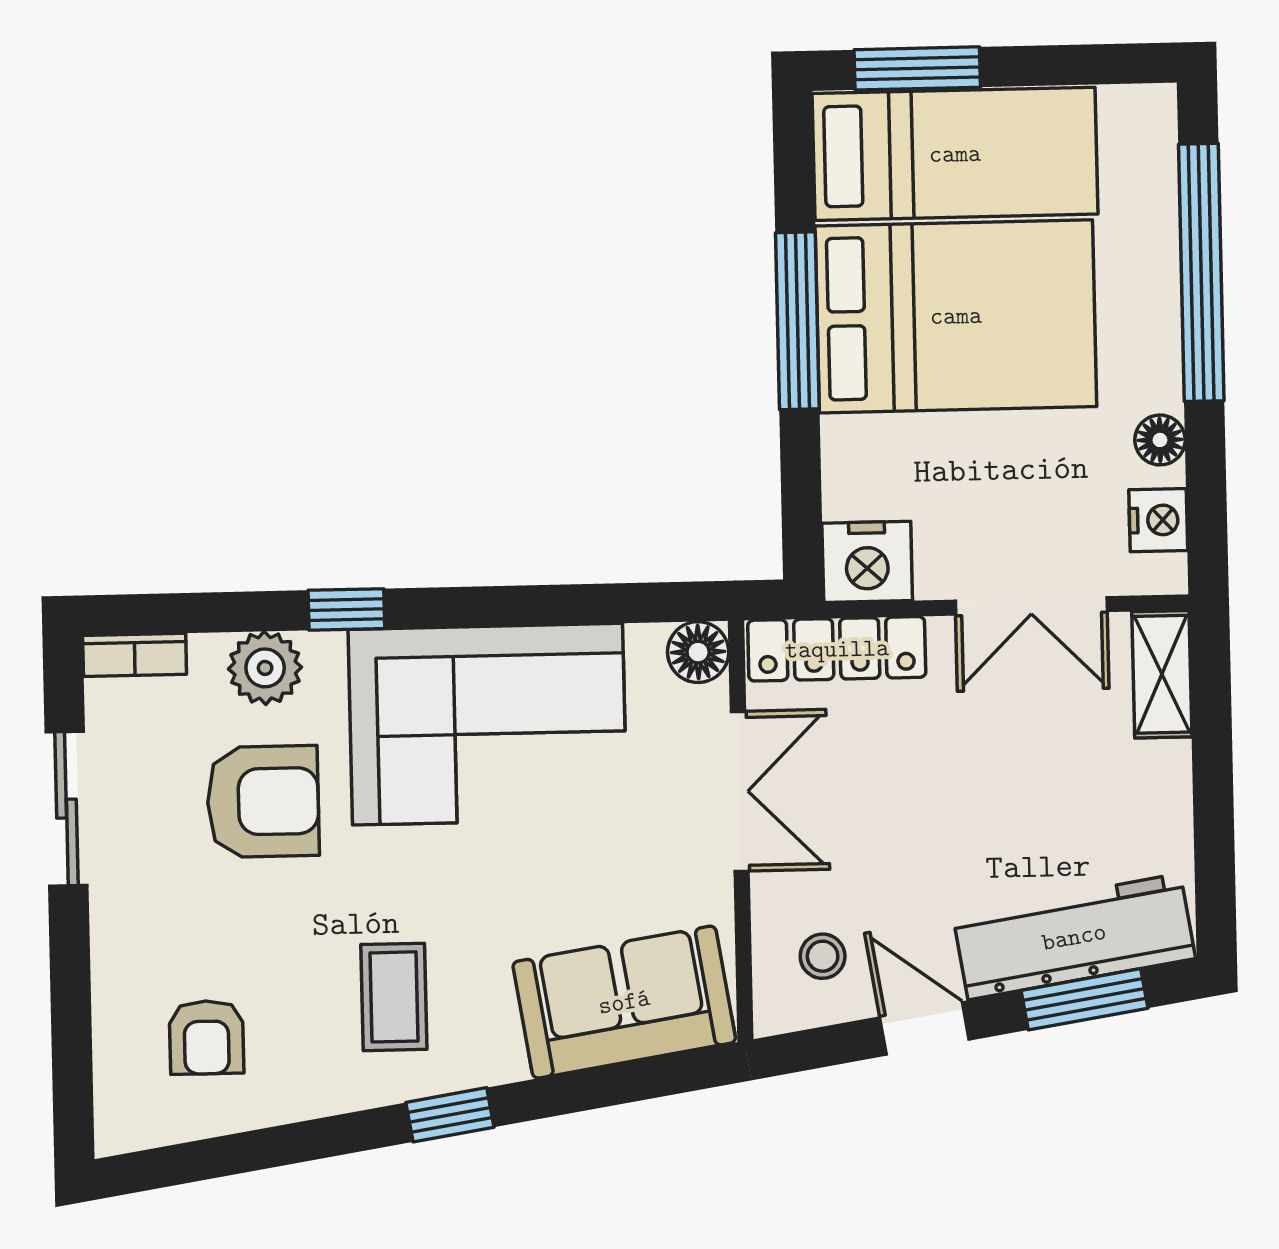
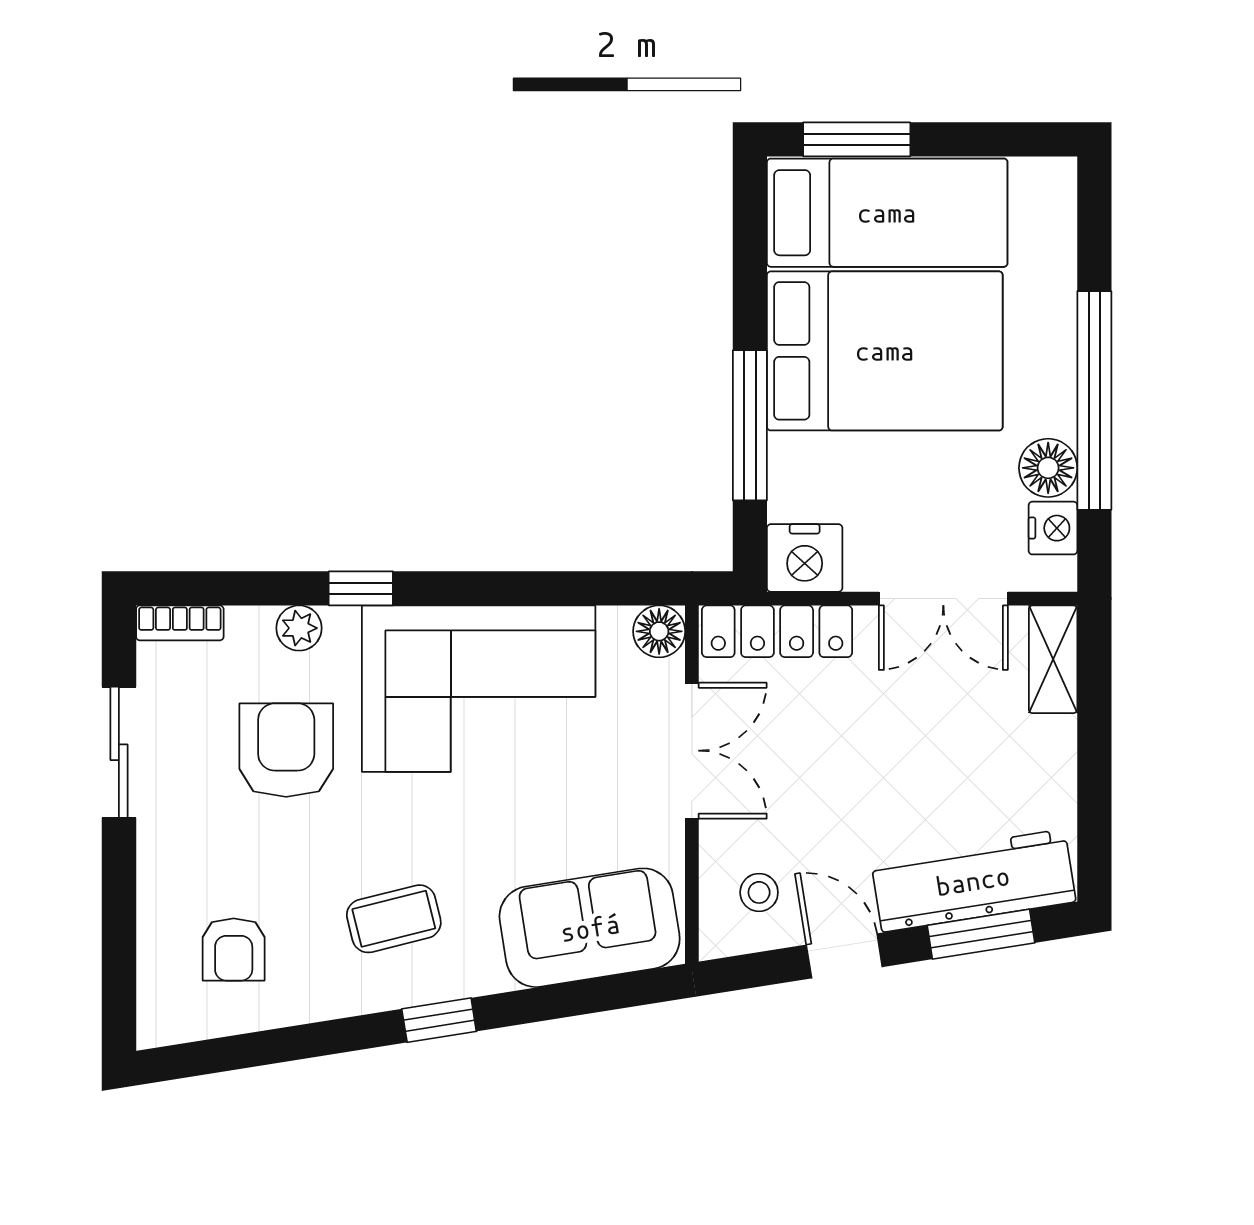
window: (1201, 272) -> (1094, 400), moved
window: (797, 321) -> (750, 425), moved
floor lamp: (1160, 440) -> (1048, 468), width x1.37, depth x1.37
plant: (265, 668) -> (299, 628), width x0.73, depth x0.73
armchair: (263, 802) -> (286, 750), turned -90
coffee table: (394, 997) -> (394, 919), turned 76

